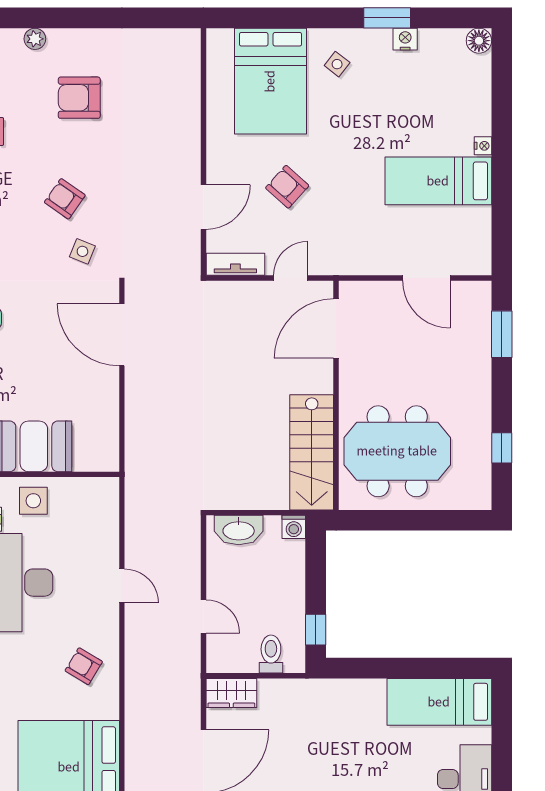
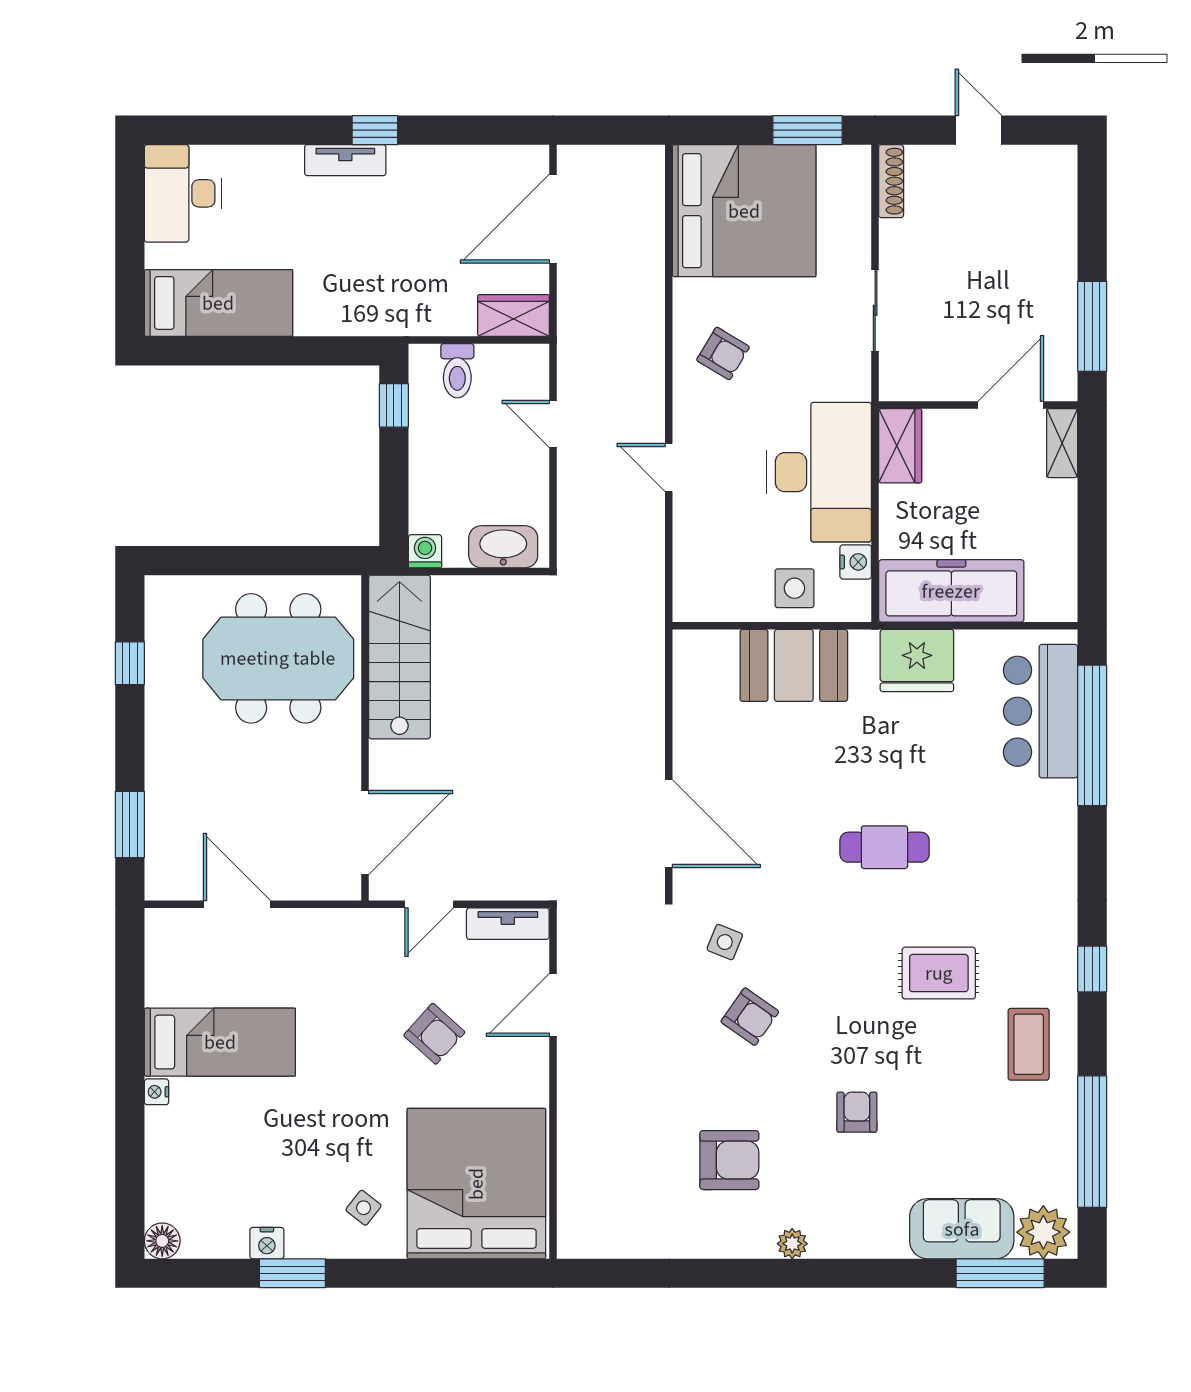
bed: (270, 81) -> (476, 1184), width x1.36

